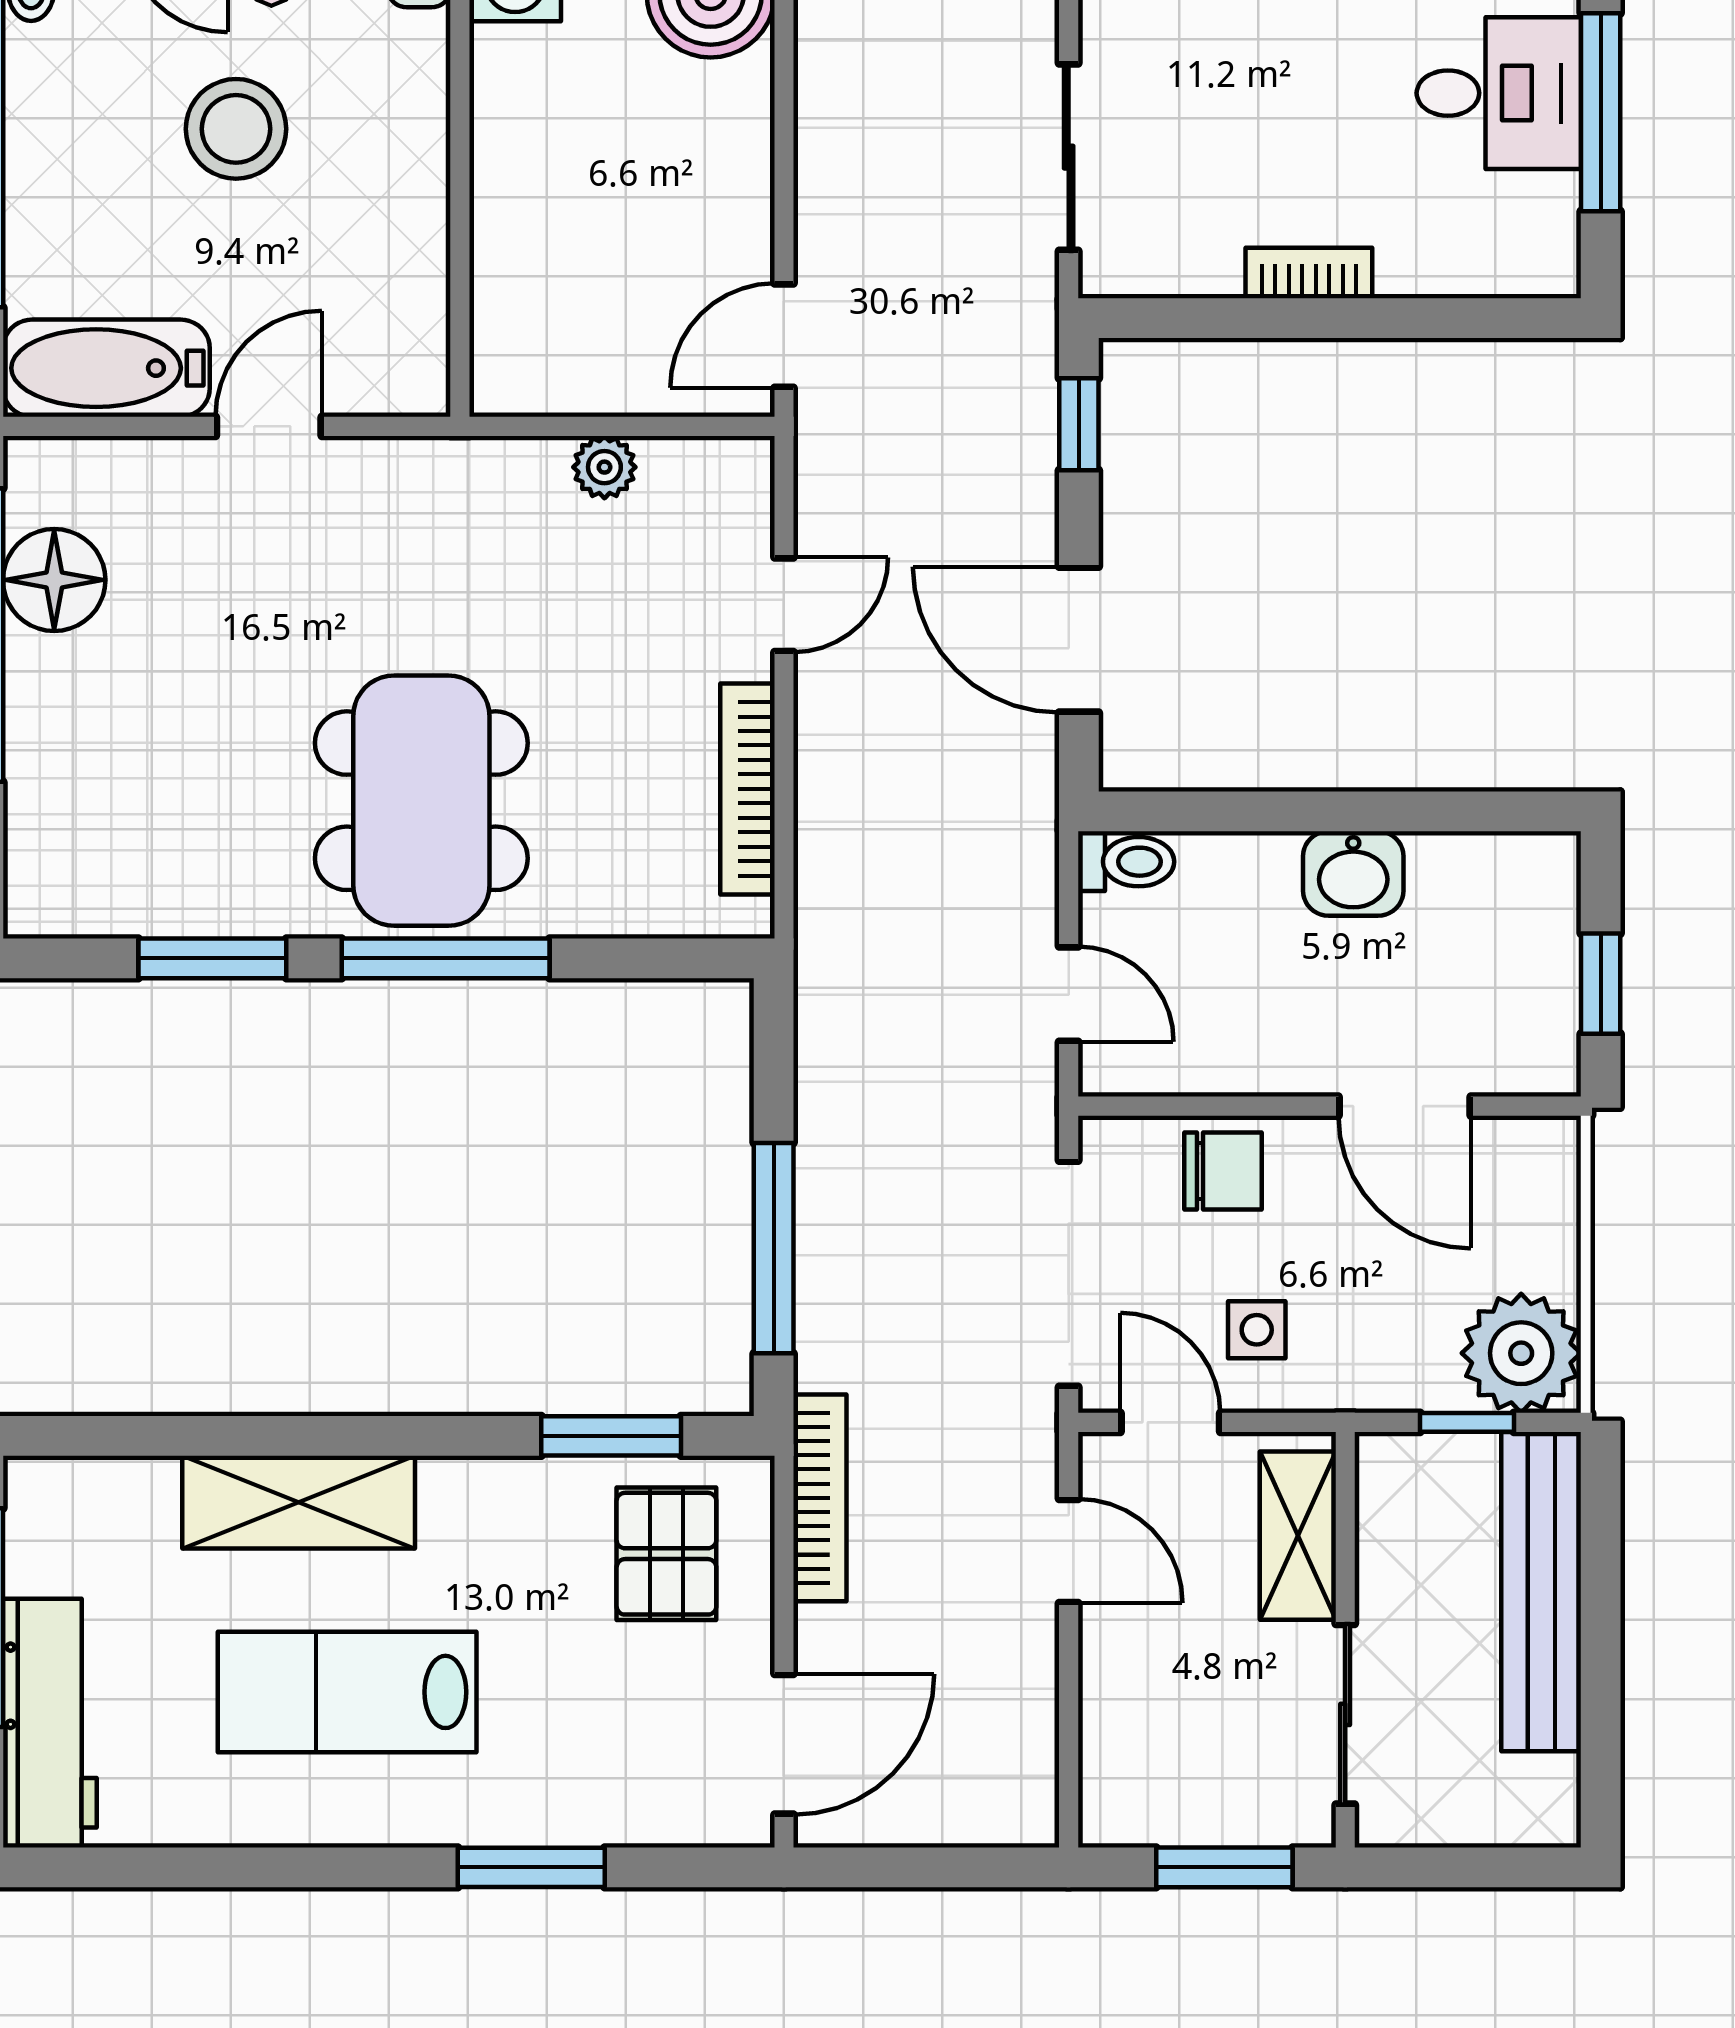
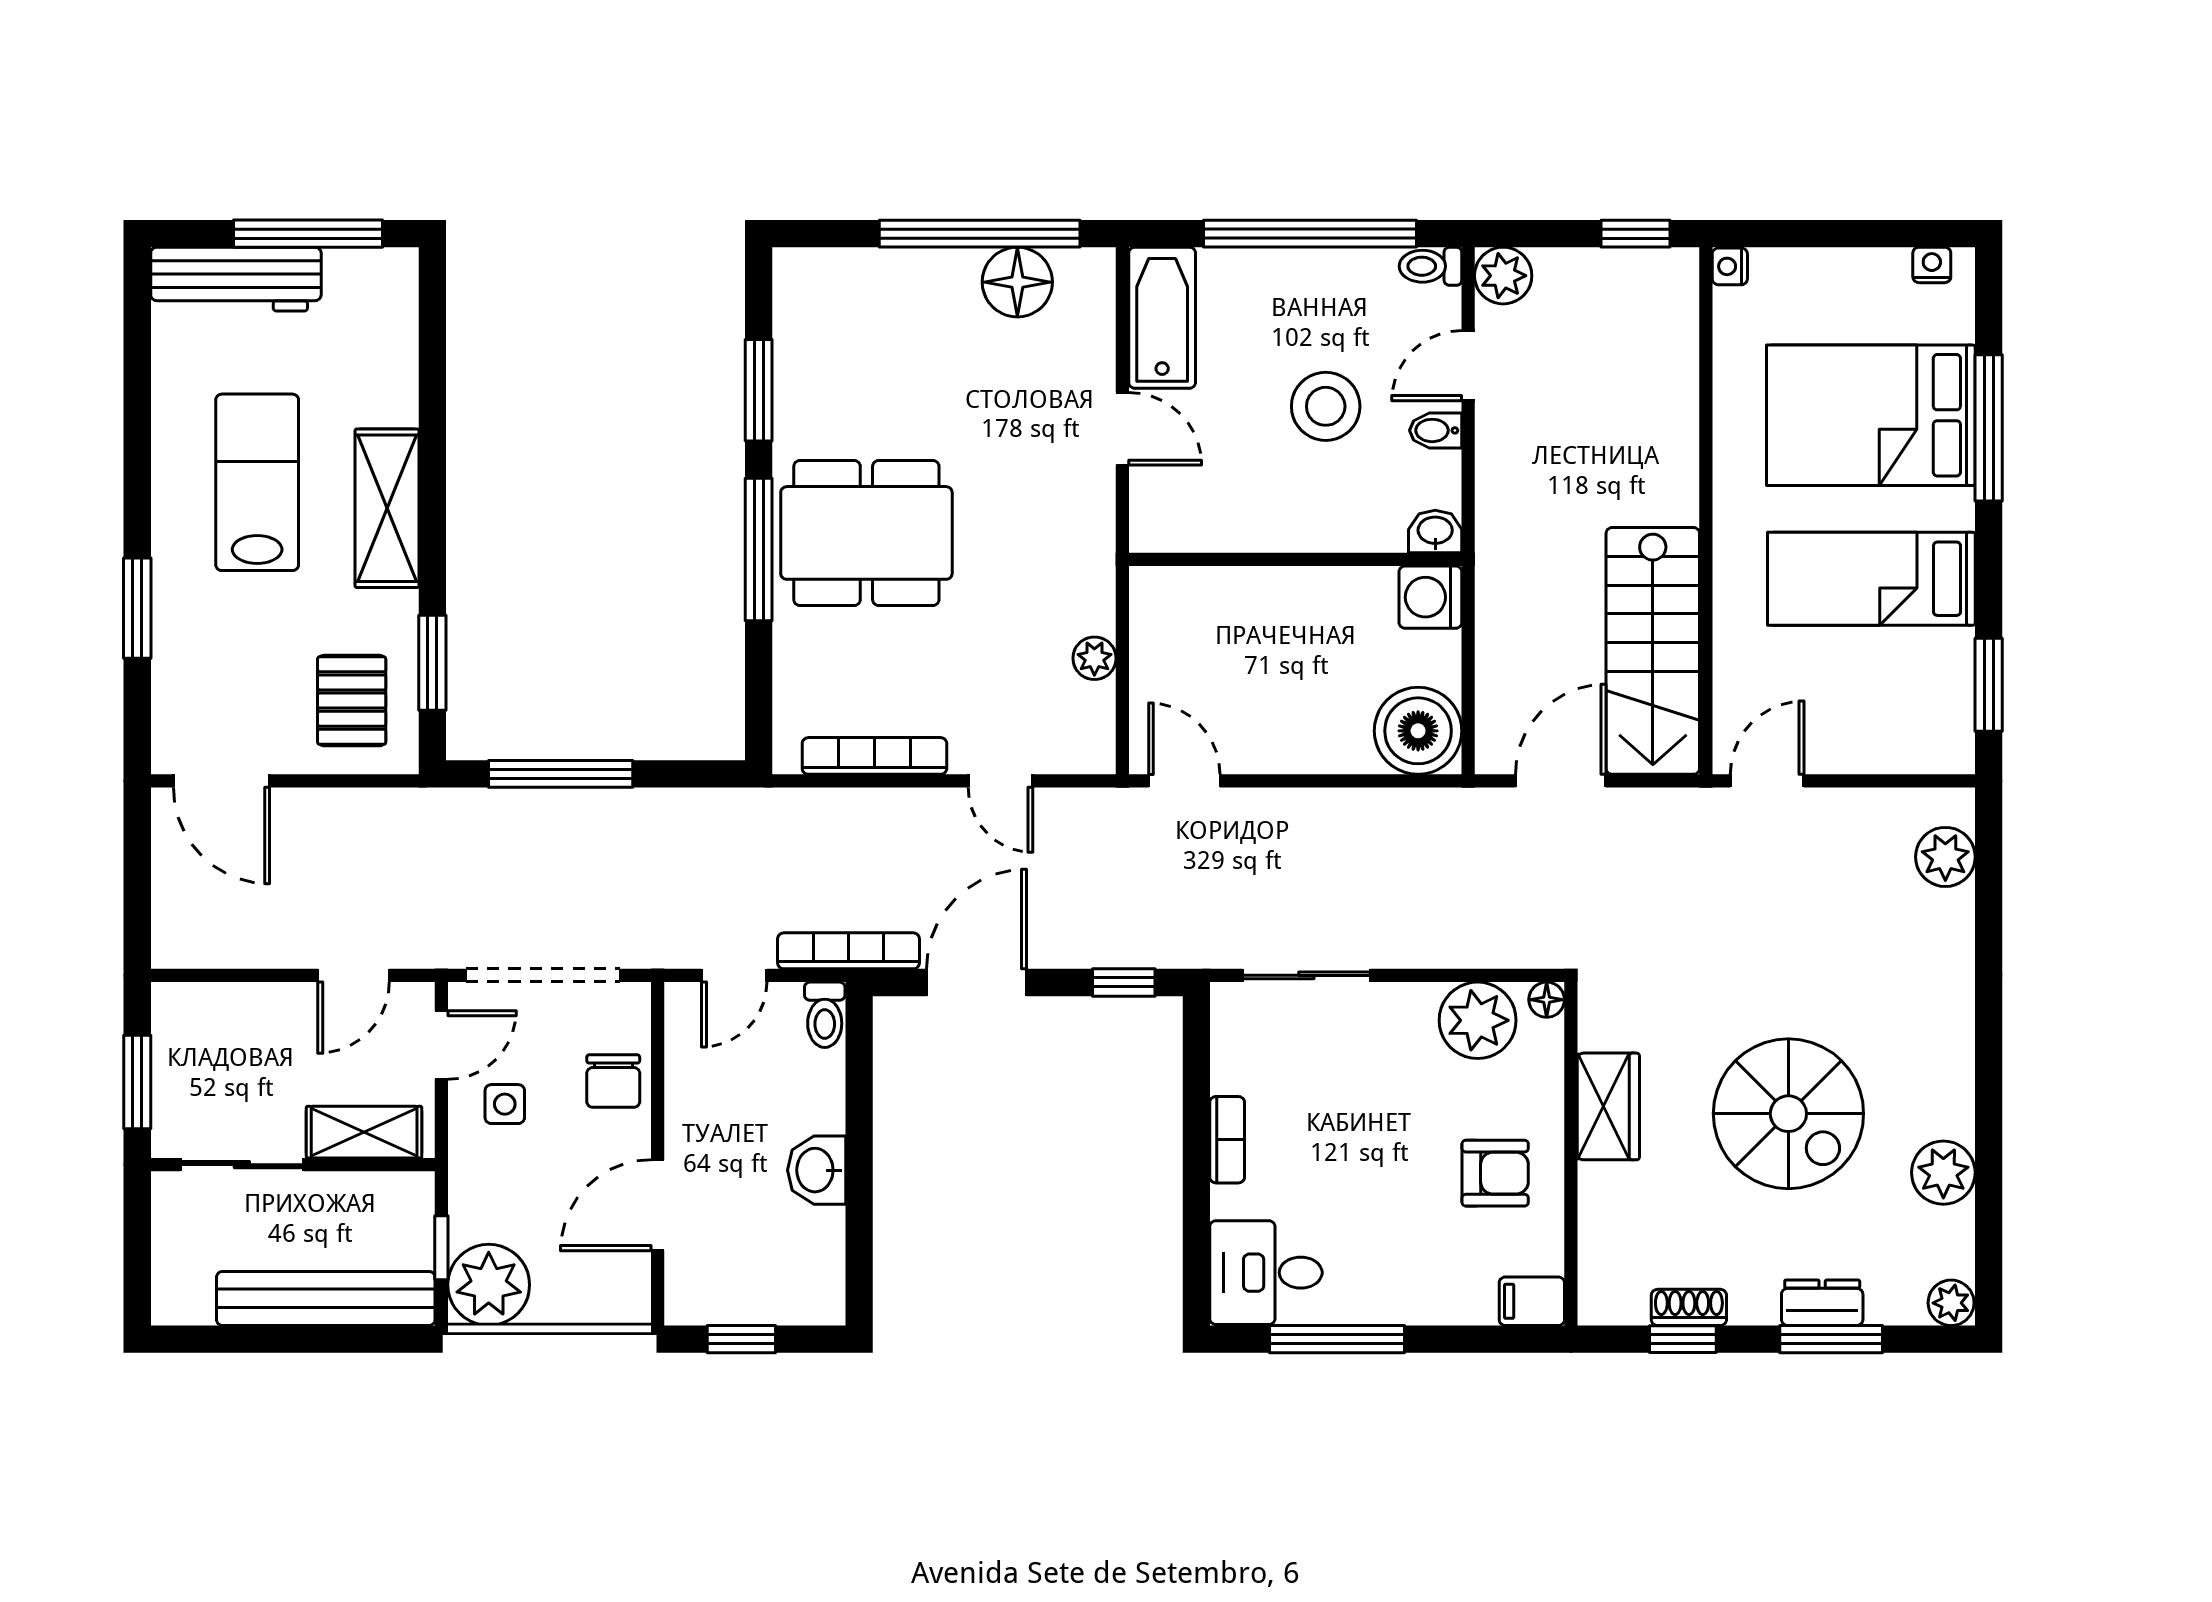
desk: (1499, 93) -> (1266, 1273), moved, turned 90
bookcase: (820, 1498) -> (849, 951), moved, turned 180
shelving: (299, 1502) -> (387, 508), moved
pallet: (666, 1554) -> (352, 701), turned 90

